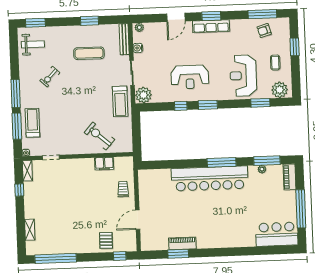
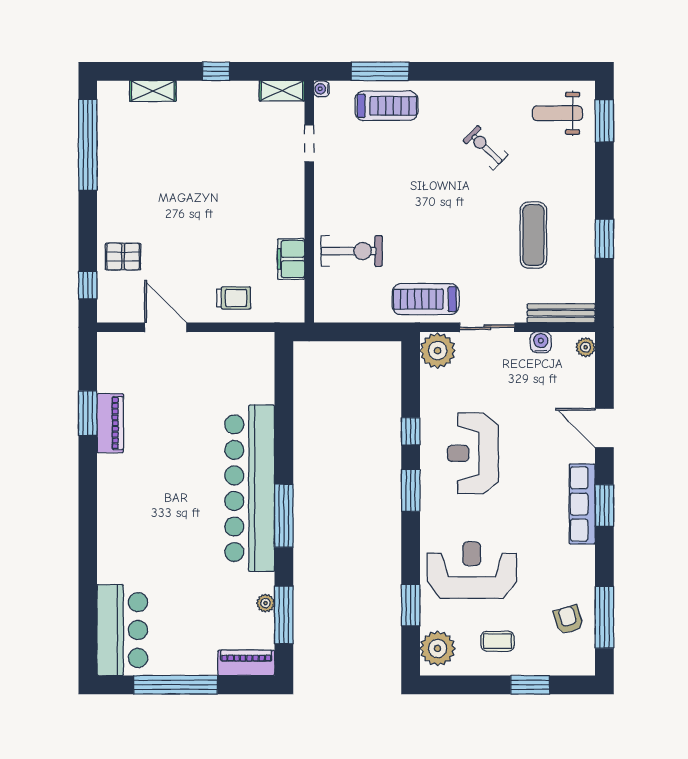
weight bench: (33, 44) -> (558, 113), turned 90
window: (16, 93) -> (452, 71), removed
exercise bike: (99, 136) -> (352, 251), turned 49
window: (19, 190) -> (216, 71), moved

